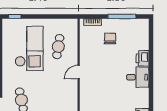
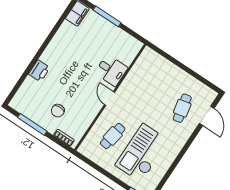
door: (79, 72) -> (109, 98), swing flipped
desk: (138, 77) -> (111, 70), moved, turned 180

